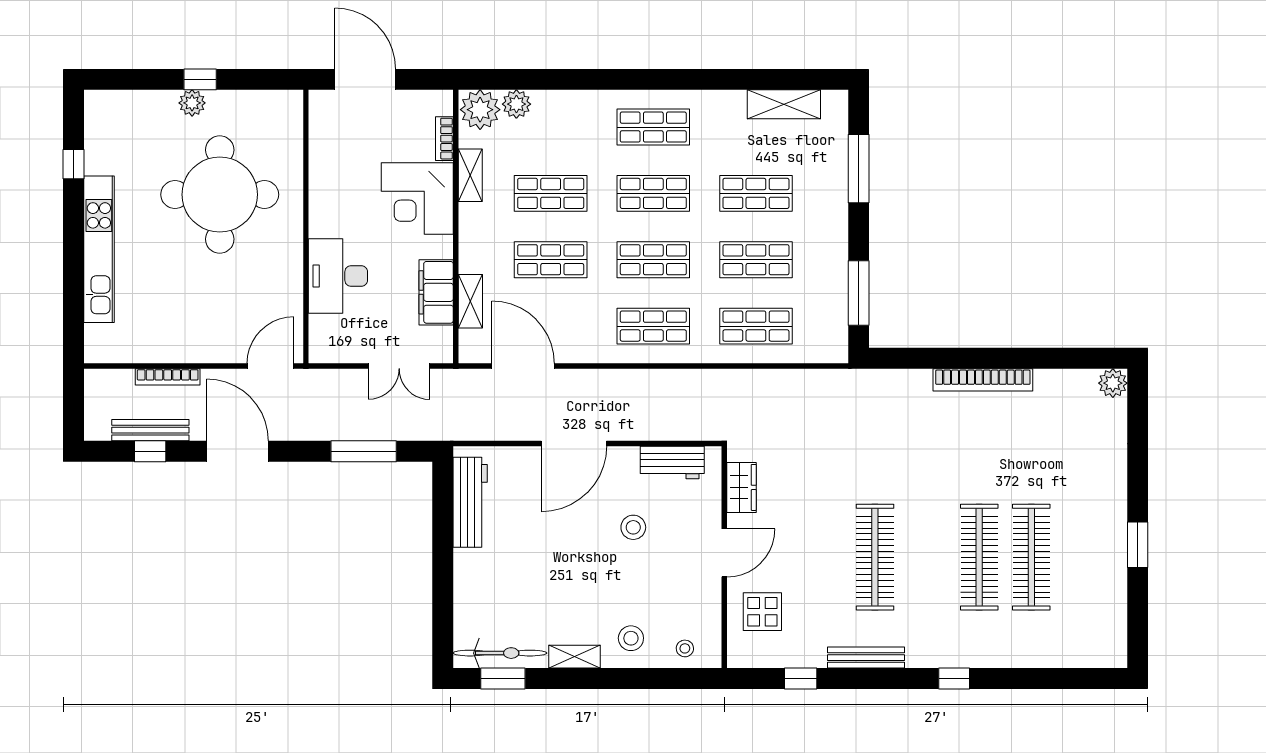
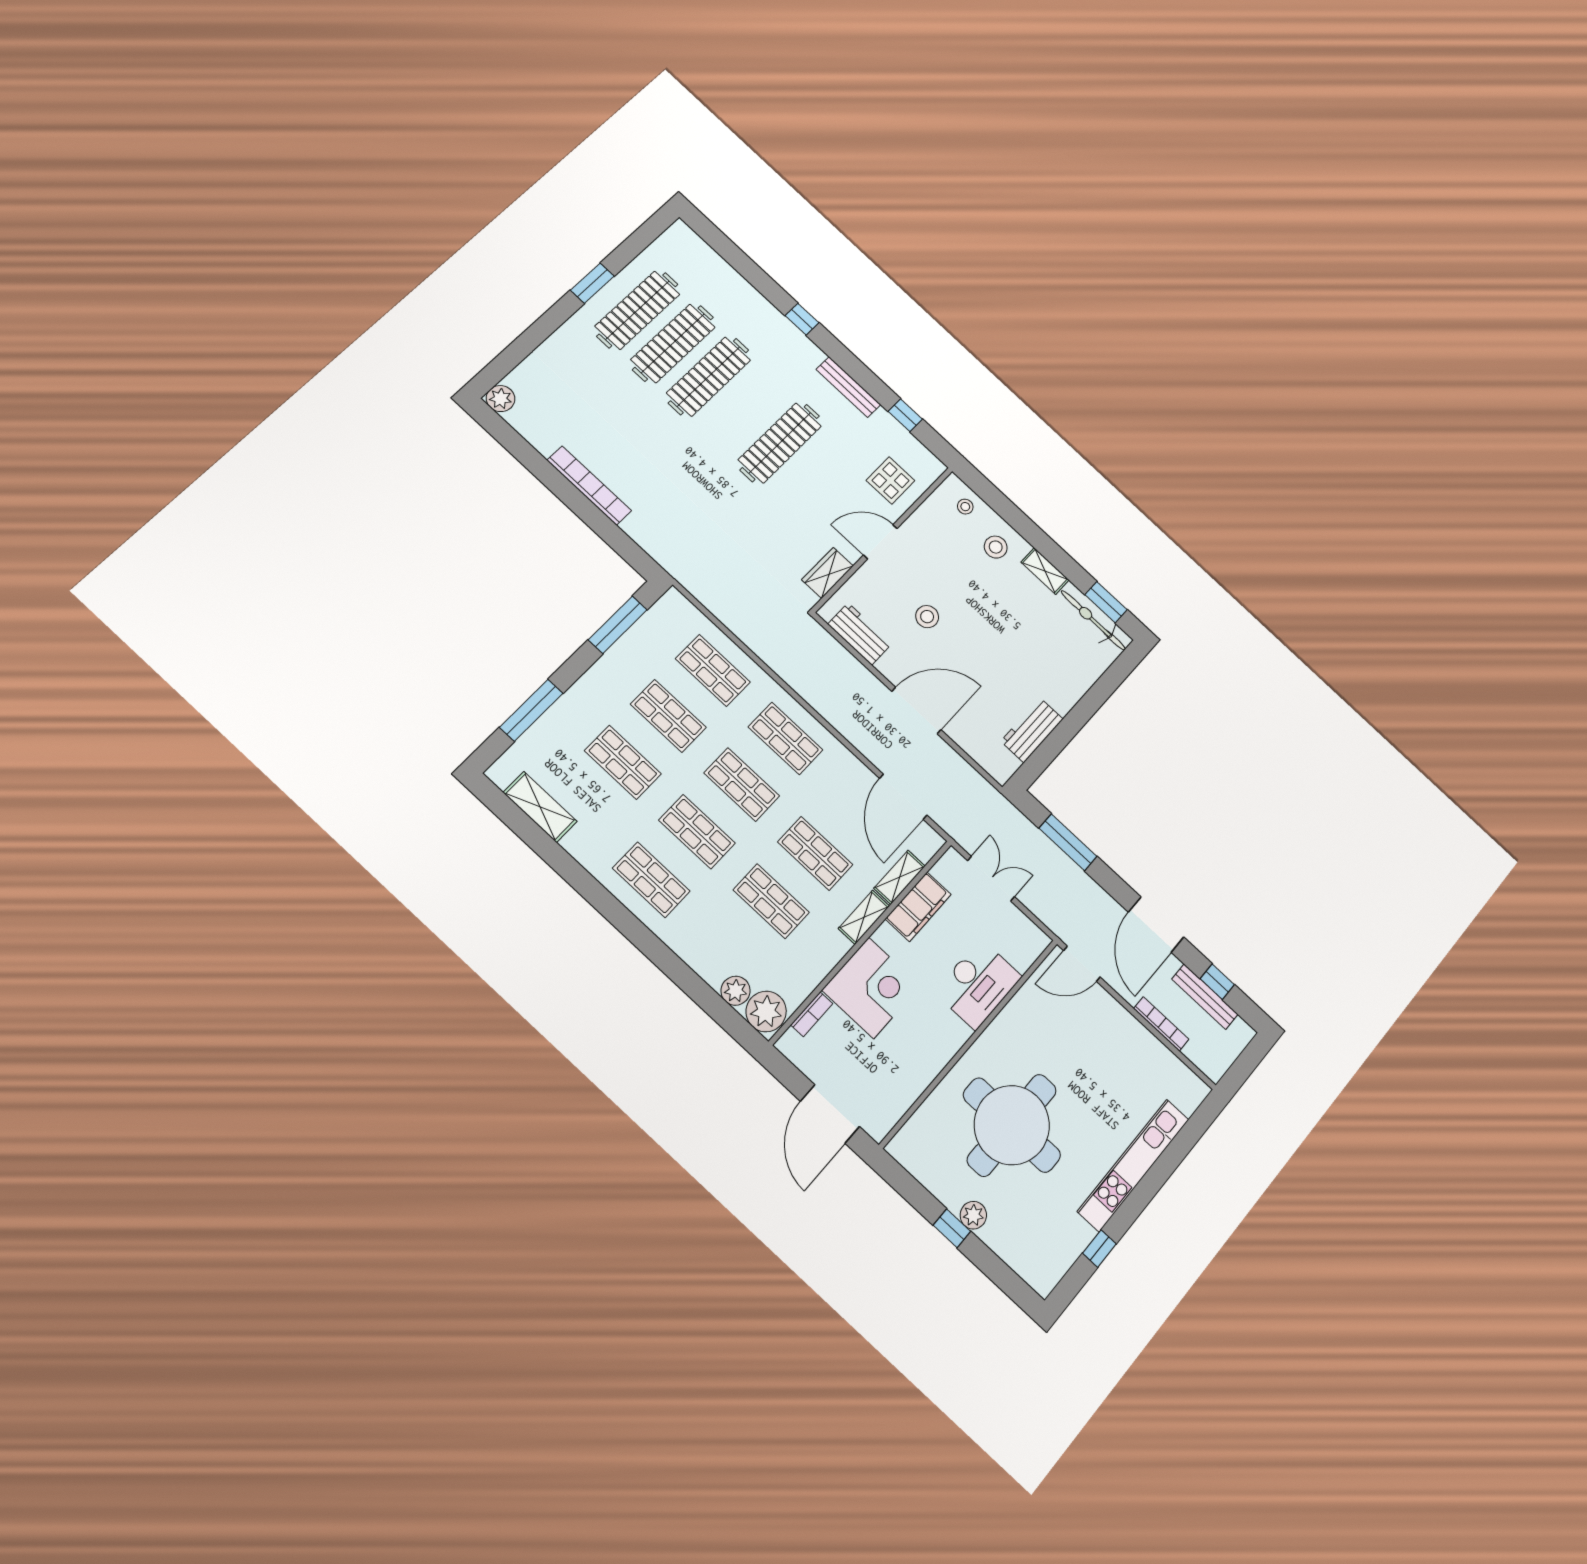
shelving: (470, 175) -> (864, 917), moved
workbench: (470, 502) -> (1032, 730), width x0.73
clothes rail: (1083, 557) -> (637, 310), added

